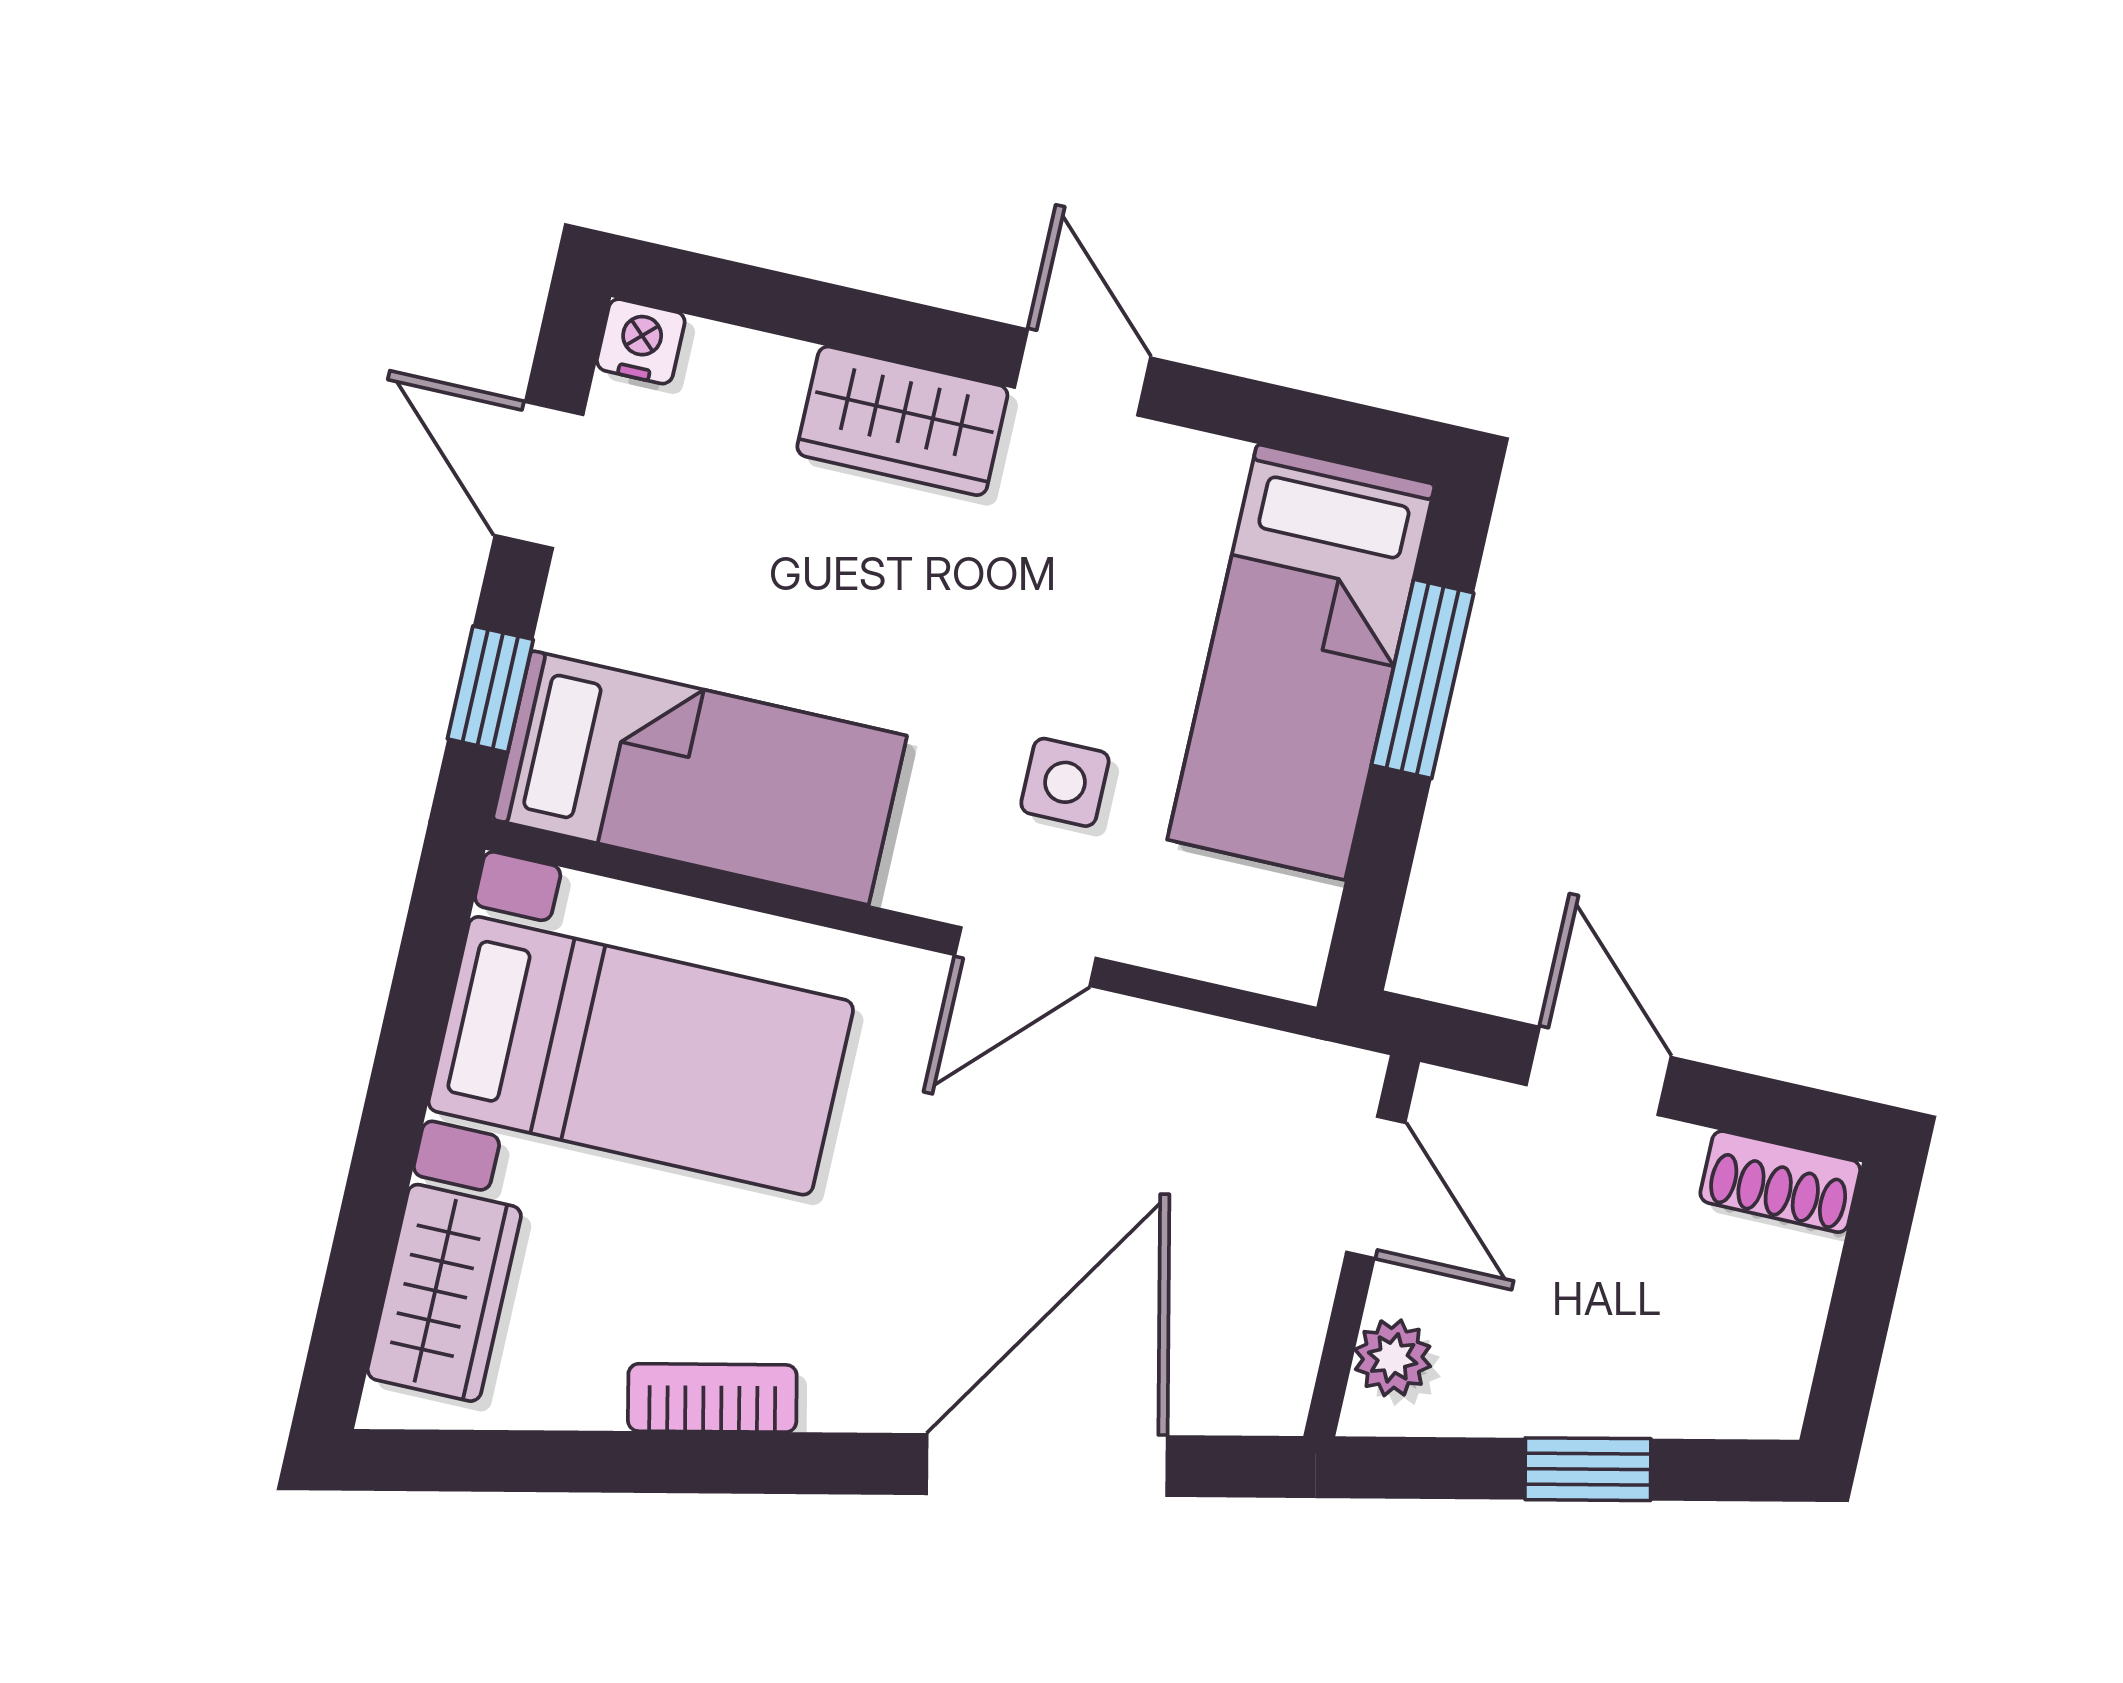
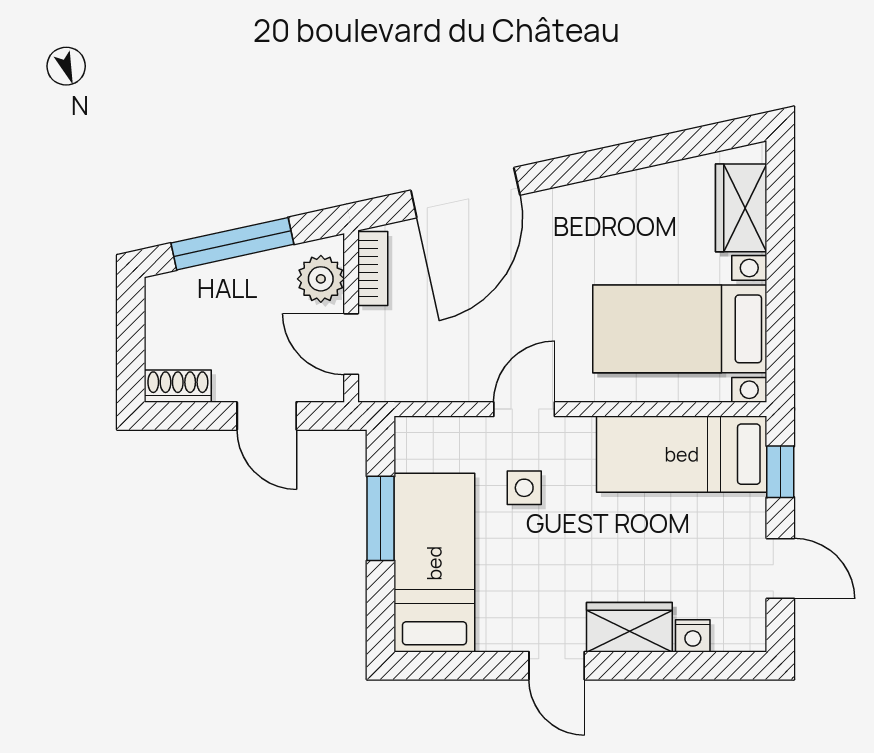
nightstand: (641, 341) -> (693, 636), moved
window: (1423, 679) -> (381, 518), moved
plant: (1393, 1358) -> (321, 279), width x1.38, depth x1.38
bookcase: (712, 1398) -> (373, 269), moved, turned -78
window: (1588, 1469) -> (232, 244), width x2.17

